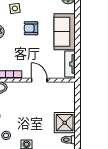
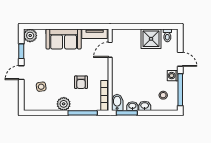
armchair: (31, 28) -> (81, 82), moved
door: (39, 80) -> (110, 50), moved

